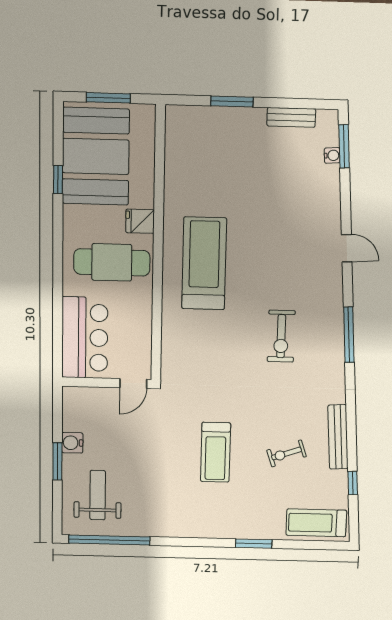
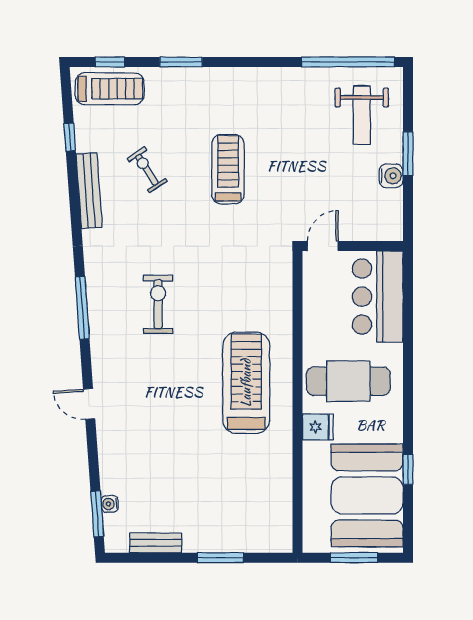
treadmill: (204, 263) -> (246, 383), turned 180
exercise bike: (287, 453) -> (147, 170), turned -104
window: (315, 545) -> (110, 62), added

